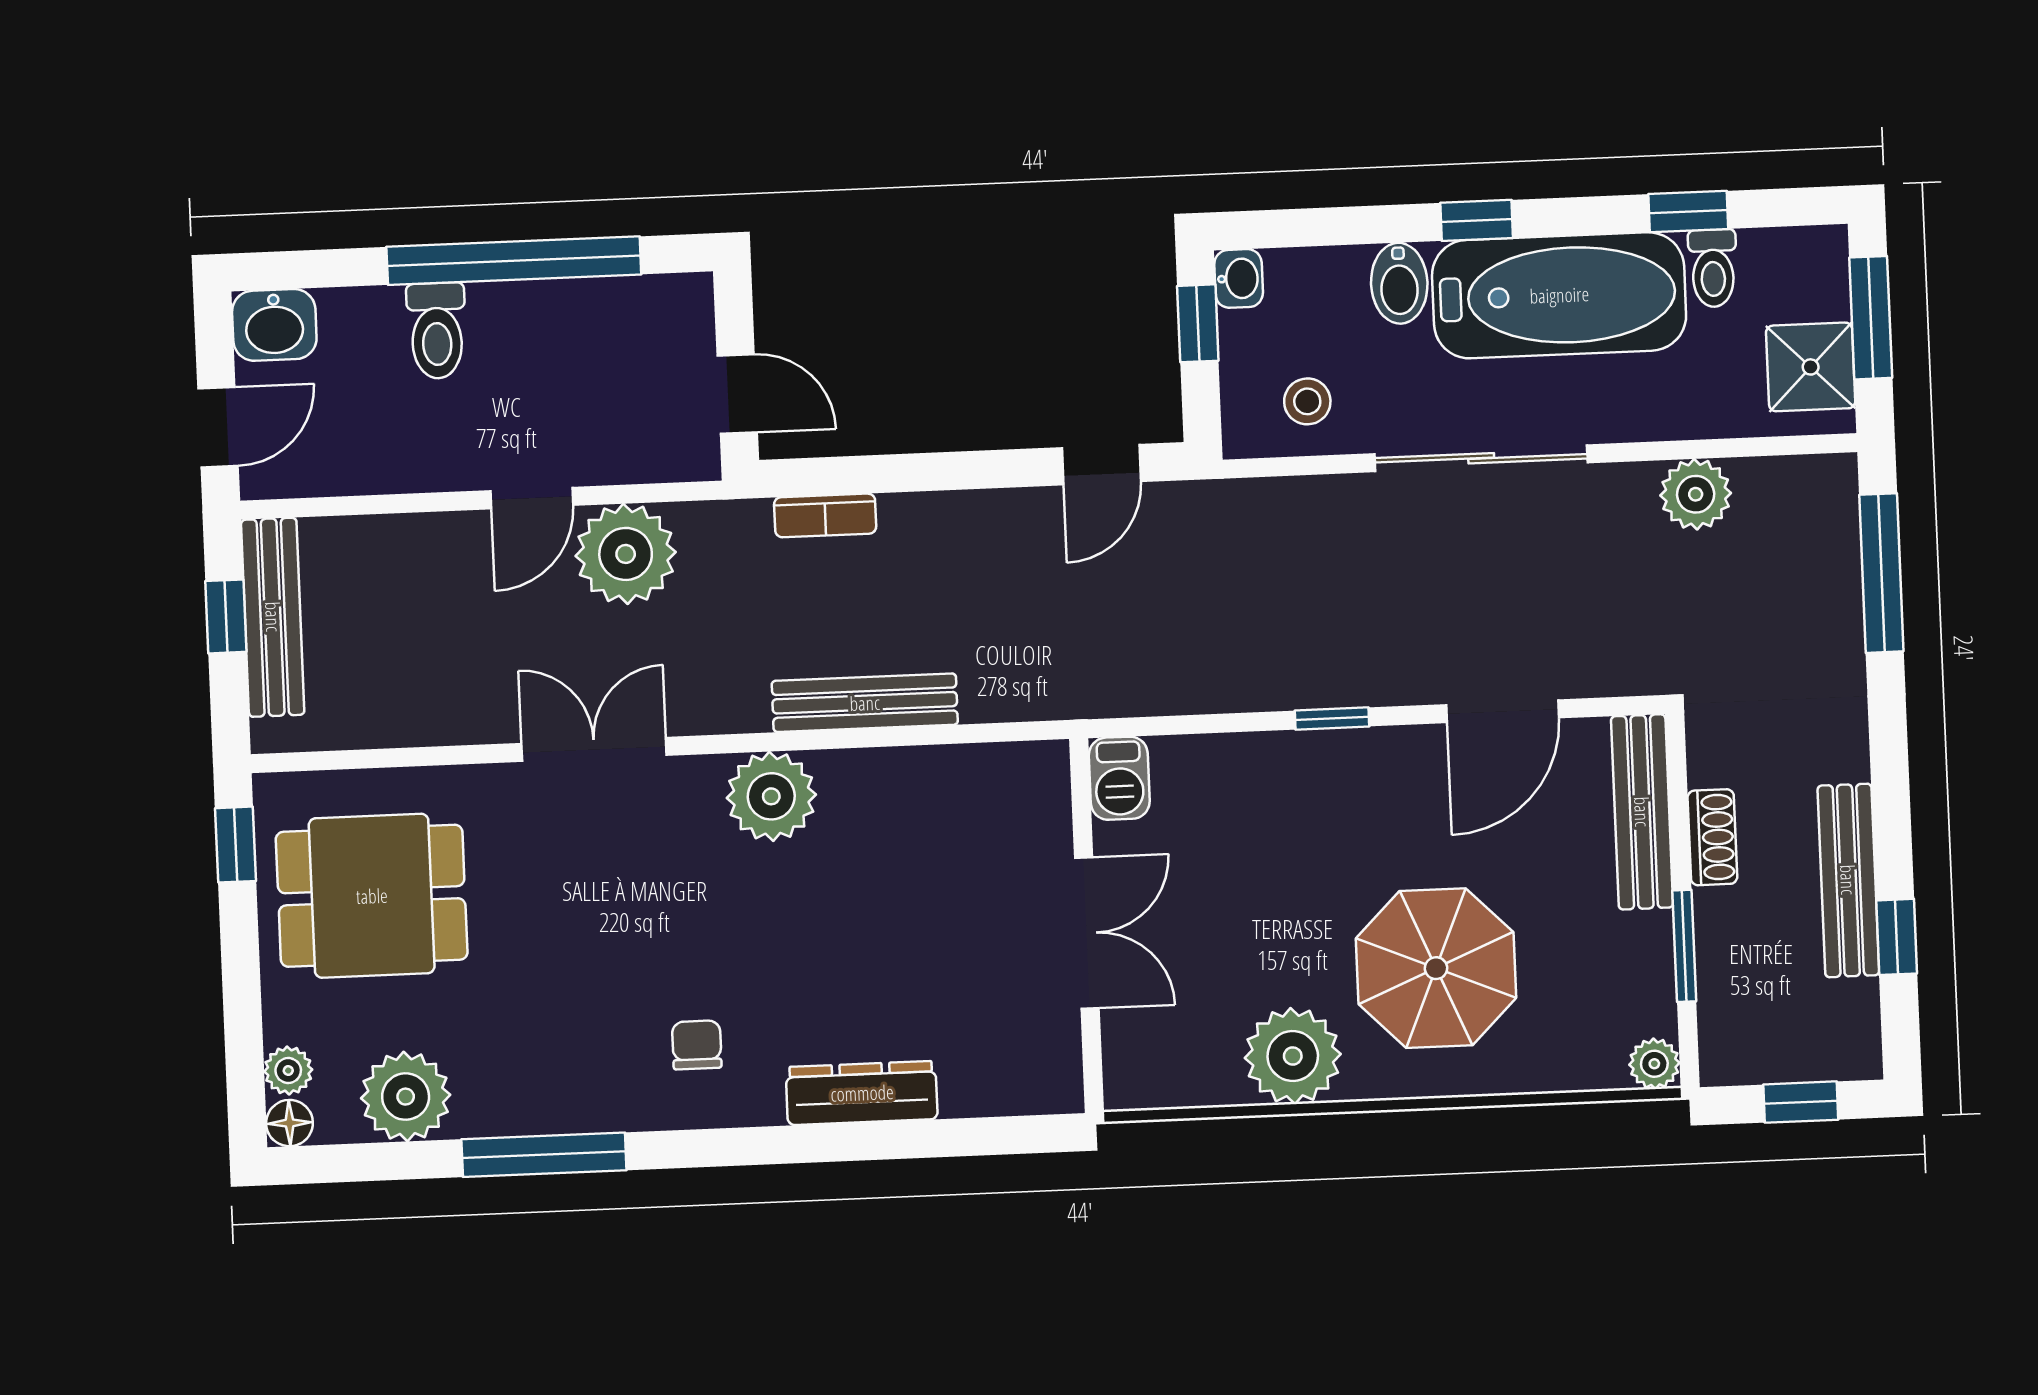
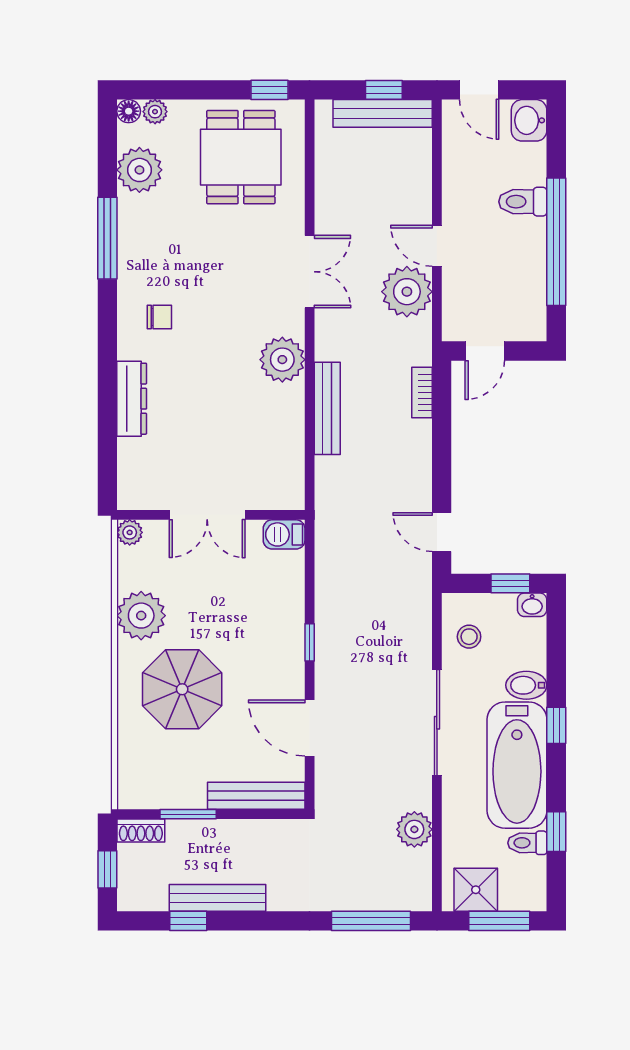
shoe rack: (1712, 837) -> (141, 831), moved
plant: (1654, 1064) -> (130, 532), moved

